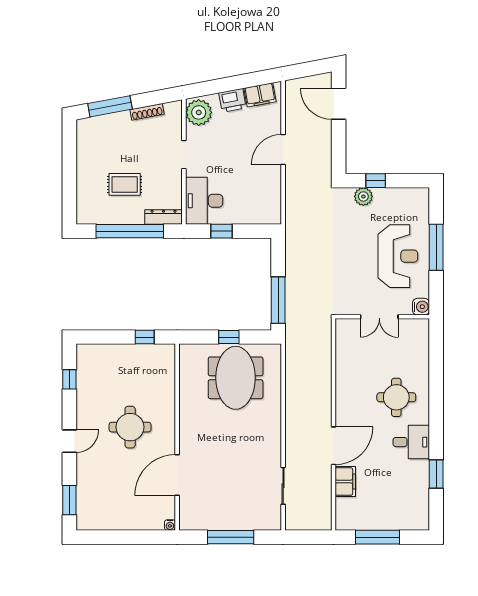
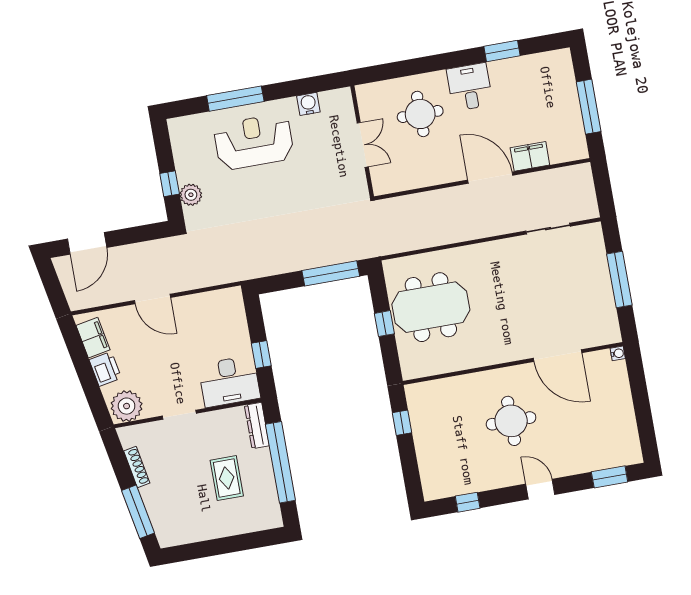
double door: (379, 317) -> (363, 145), moved
wall: (382, 317) -> (362, 141), moved

